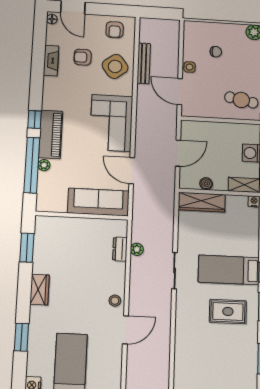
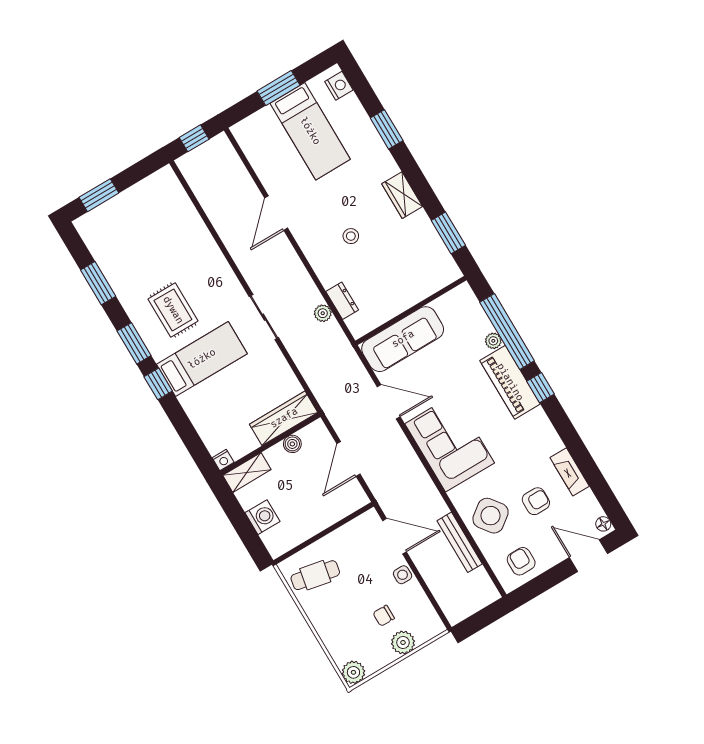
plant: (214, 30) -> (403, 642), added
stool: (115, 301) -> (351, 236), moved
rug: (228, 312) -> (173, 310), turned 90

